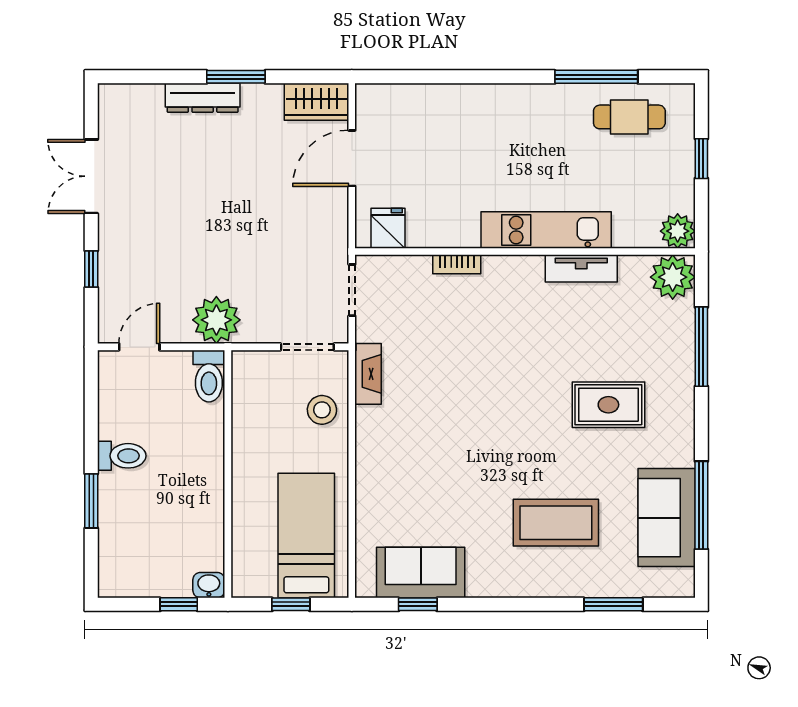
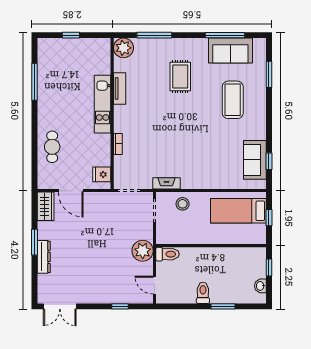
cafe table: (629, 117) -> (52, 147), moved
double door: (91, 176) -> (60, 306), moved
plant: (678, 231) -> (103, 46), removed
washbasin: (209, 585) -> (260, 286), moved

